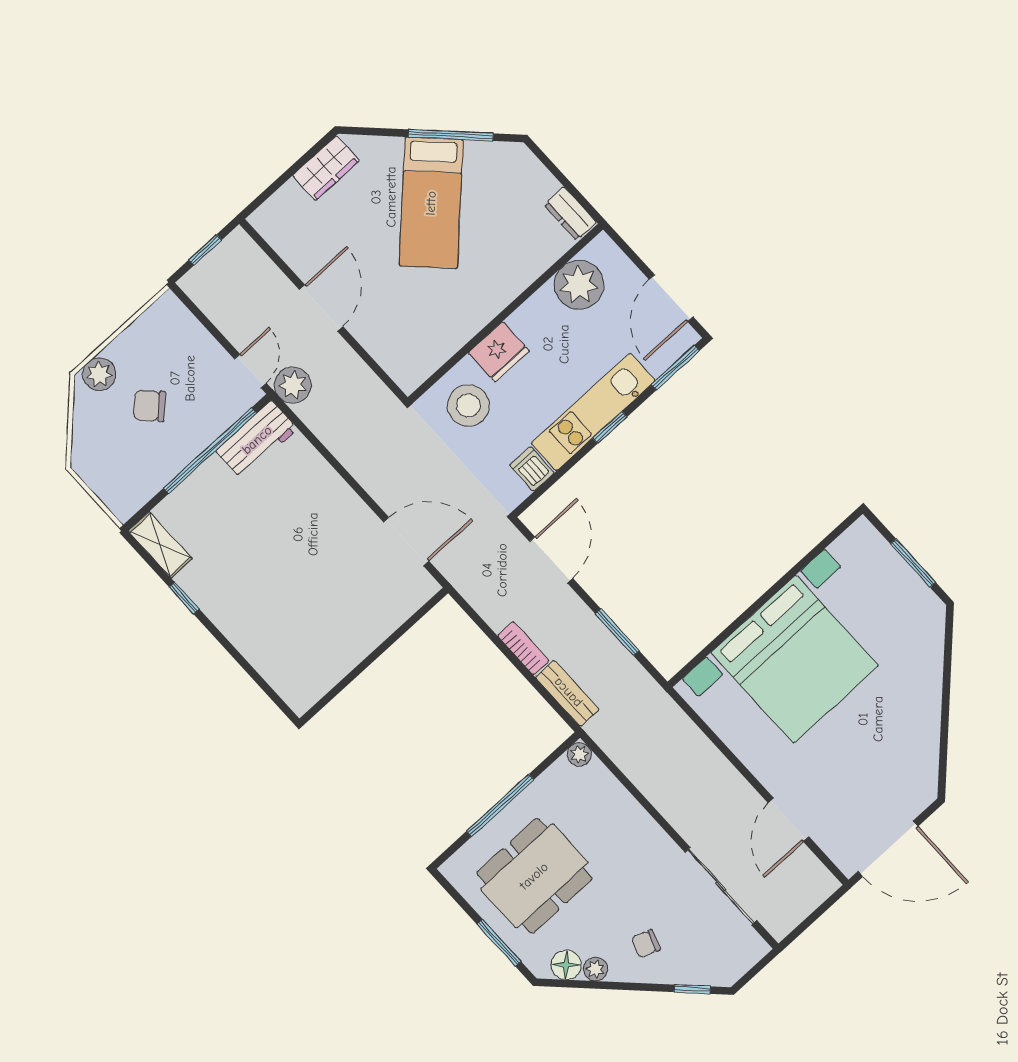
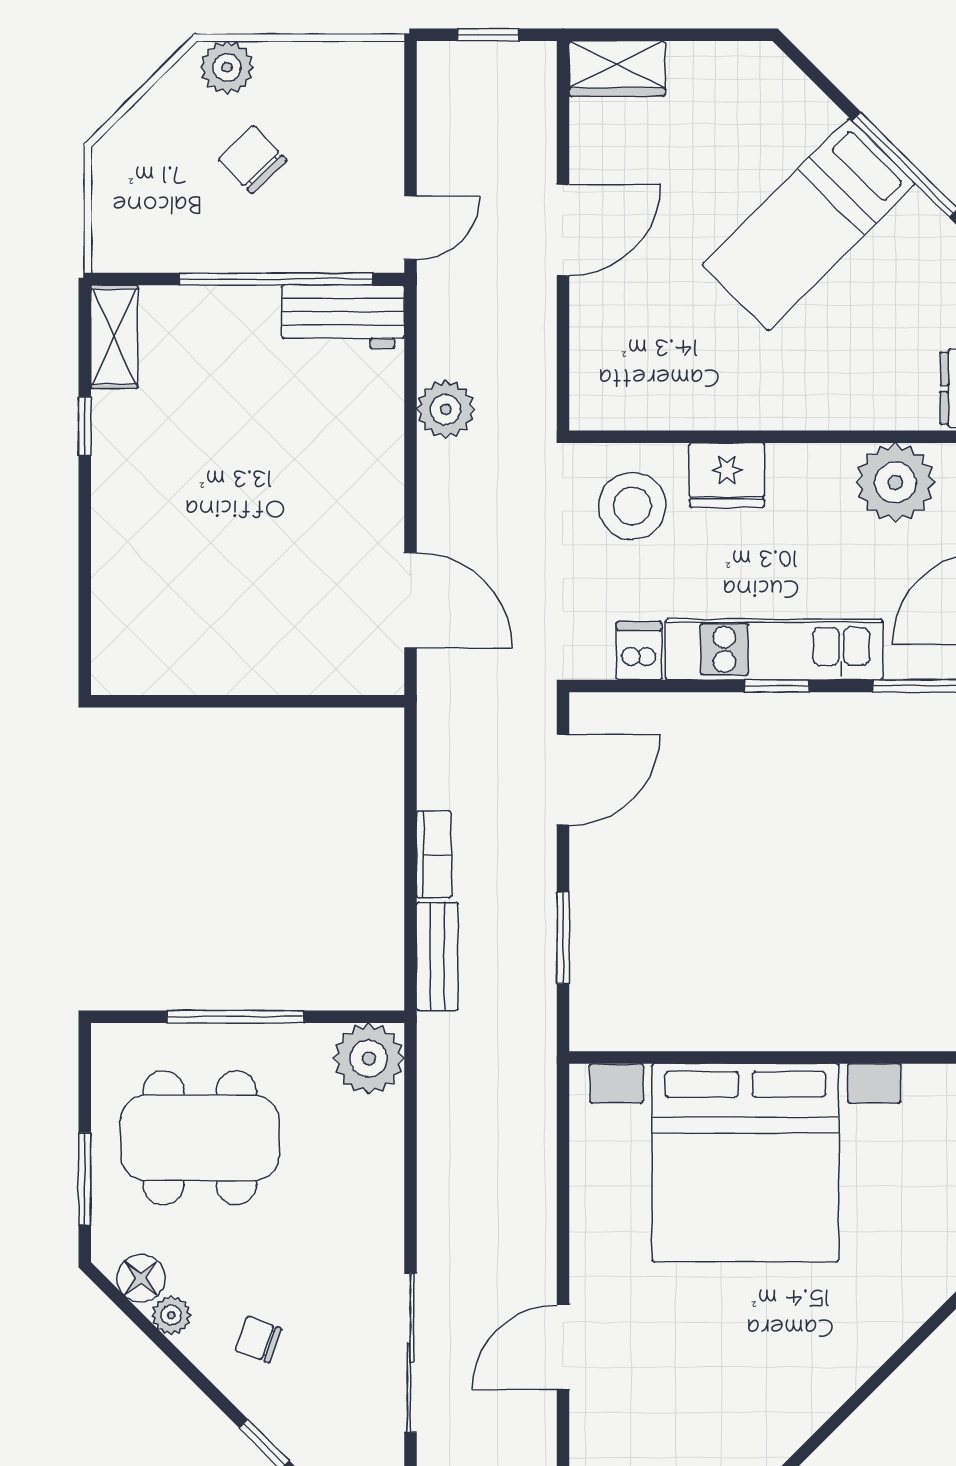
wardrobe: (326, 168) -> (617, 69), moved
plant: (293, 385) -> (446, 409), moved
plant: (579, 754) -> (369, 1059), width x1.87, depth x1.87

